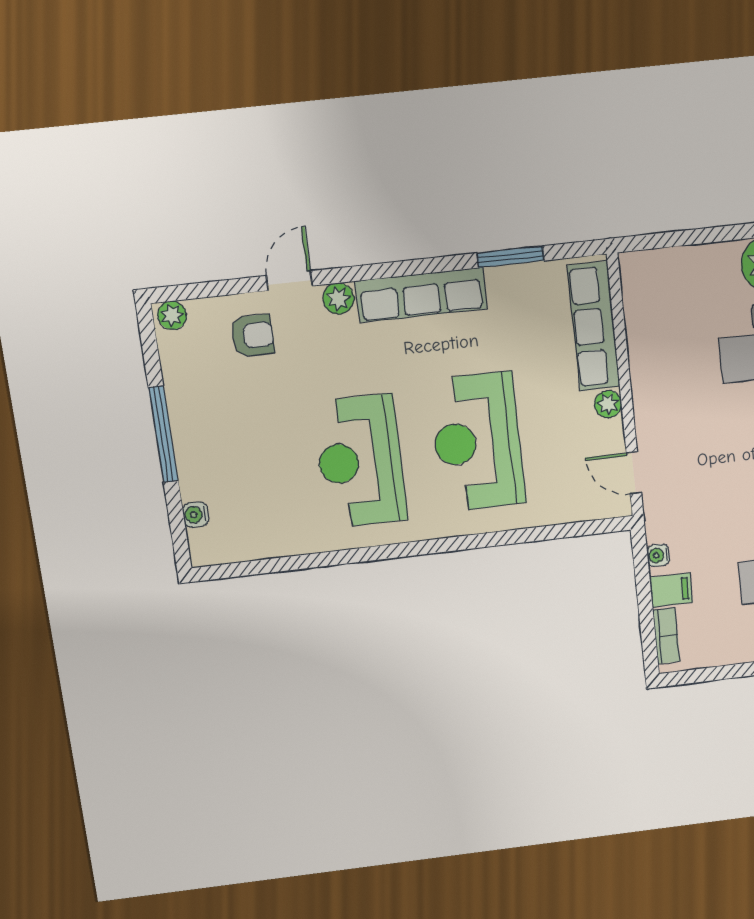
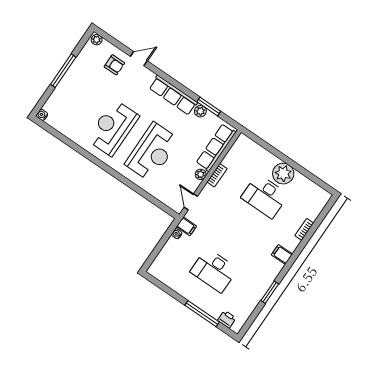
plant: (338, 298) -> (200, 111), moved
reception desk: (477, 442) -> (152, 152), turned 180
water cooler: (196, 515) -> (42, 115), moved
filing cabinet: (671, 590) -> (186, 226), moved
bookcase: (666, 636) -> (217, 175), moved

